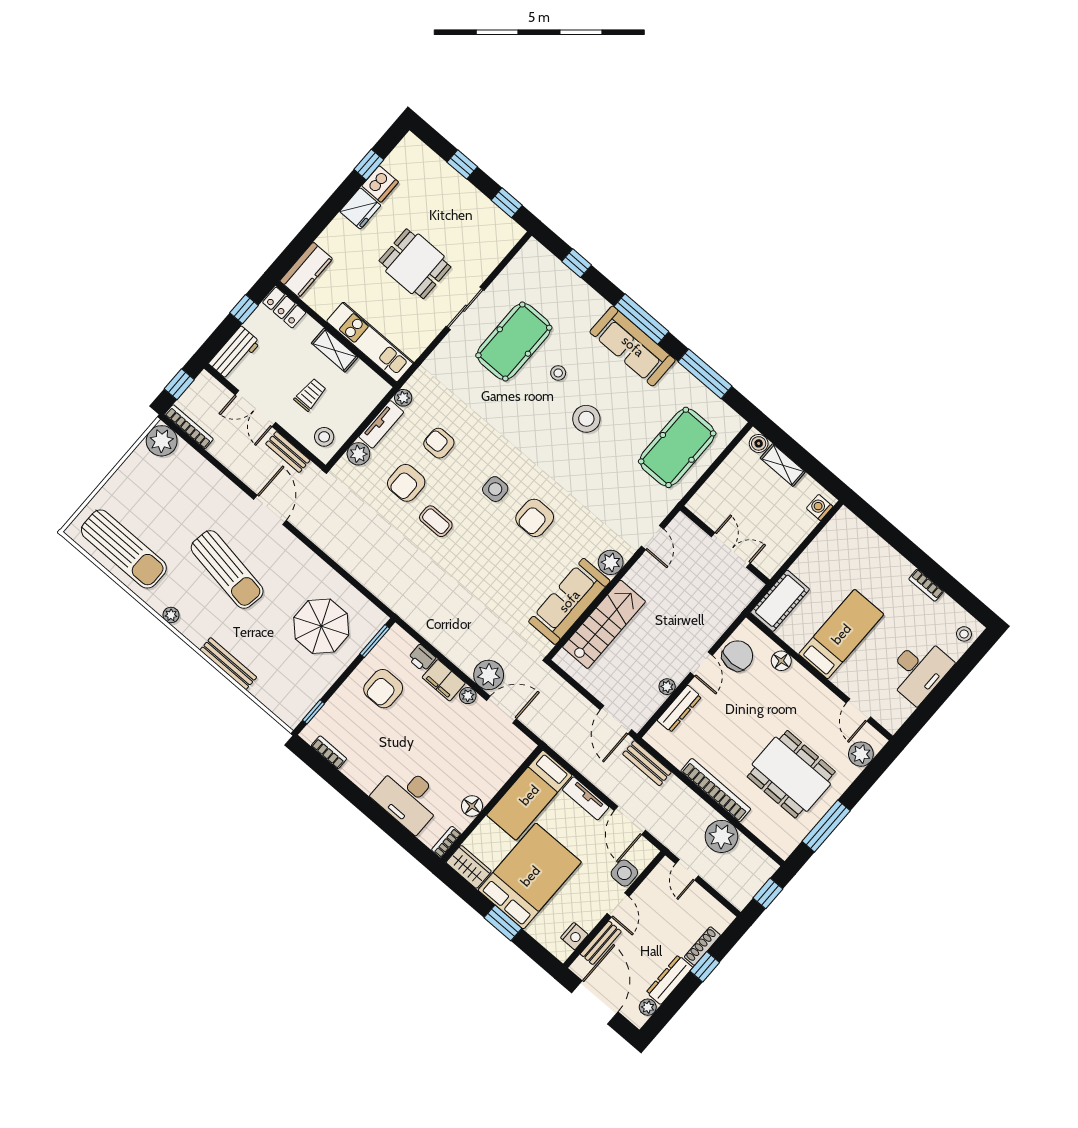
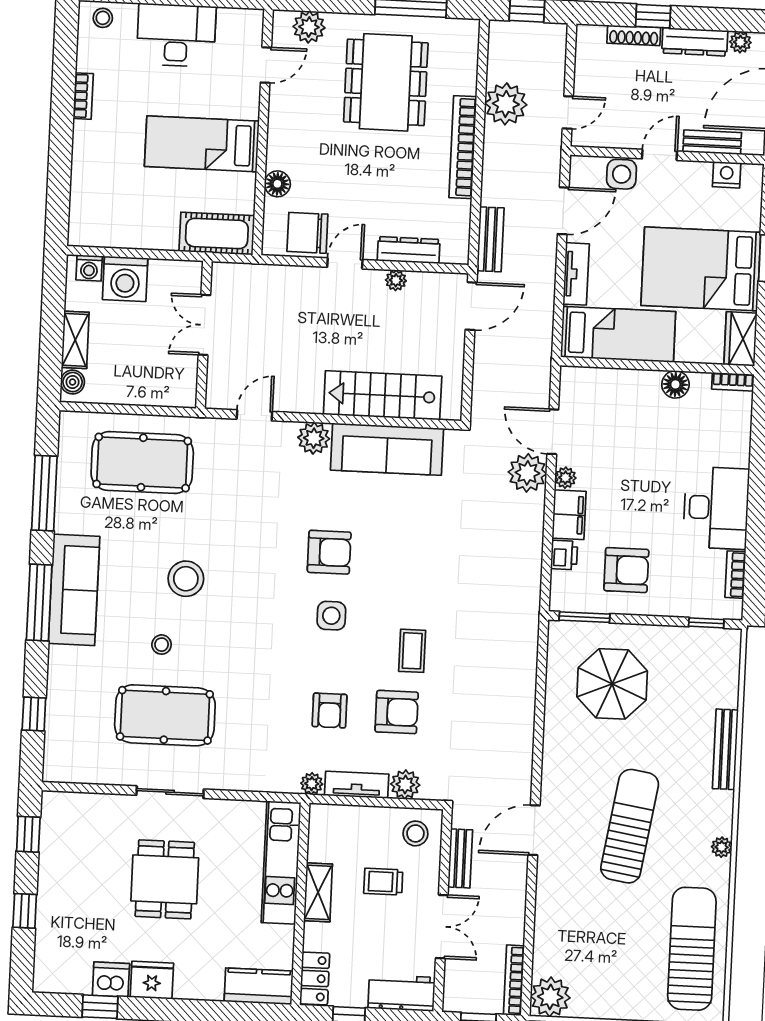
washing machine: (796, 524) -> (125, 279), added
desk: (408, 798) -> (716, 508), moved

